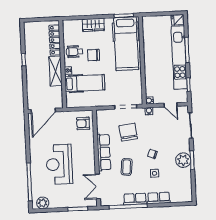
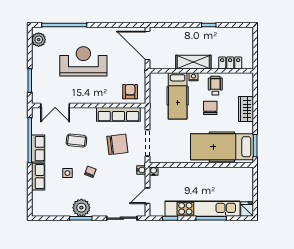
locker: (55, 40) -> (230, 63), width x0.66
row of seats: (104, 152) -> (118, 114), moved
double door: (98, 186) -> (55, 106), swing flipped

